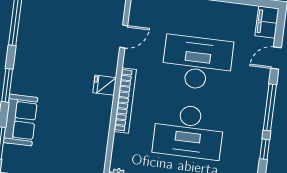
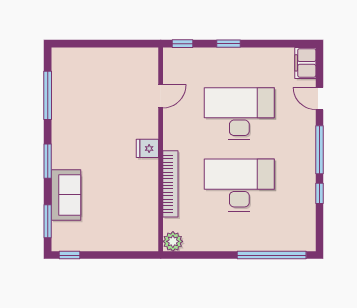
door: (276, 58) -> (319, 99), hinge flipped
bookcase: (125, 100) -> (170, 184), moved
desk: (189, 132) -> (239, 185), turned 180

